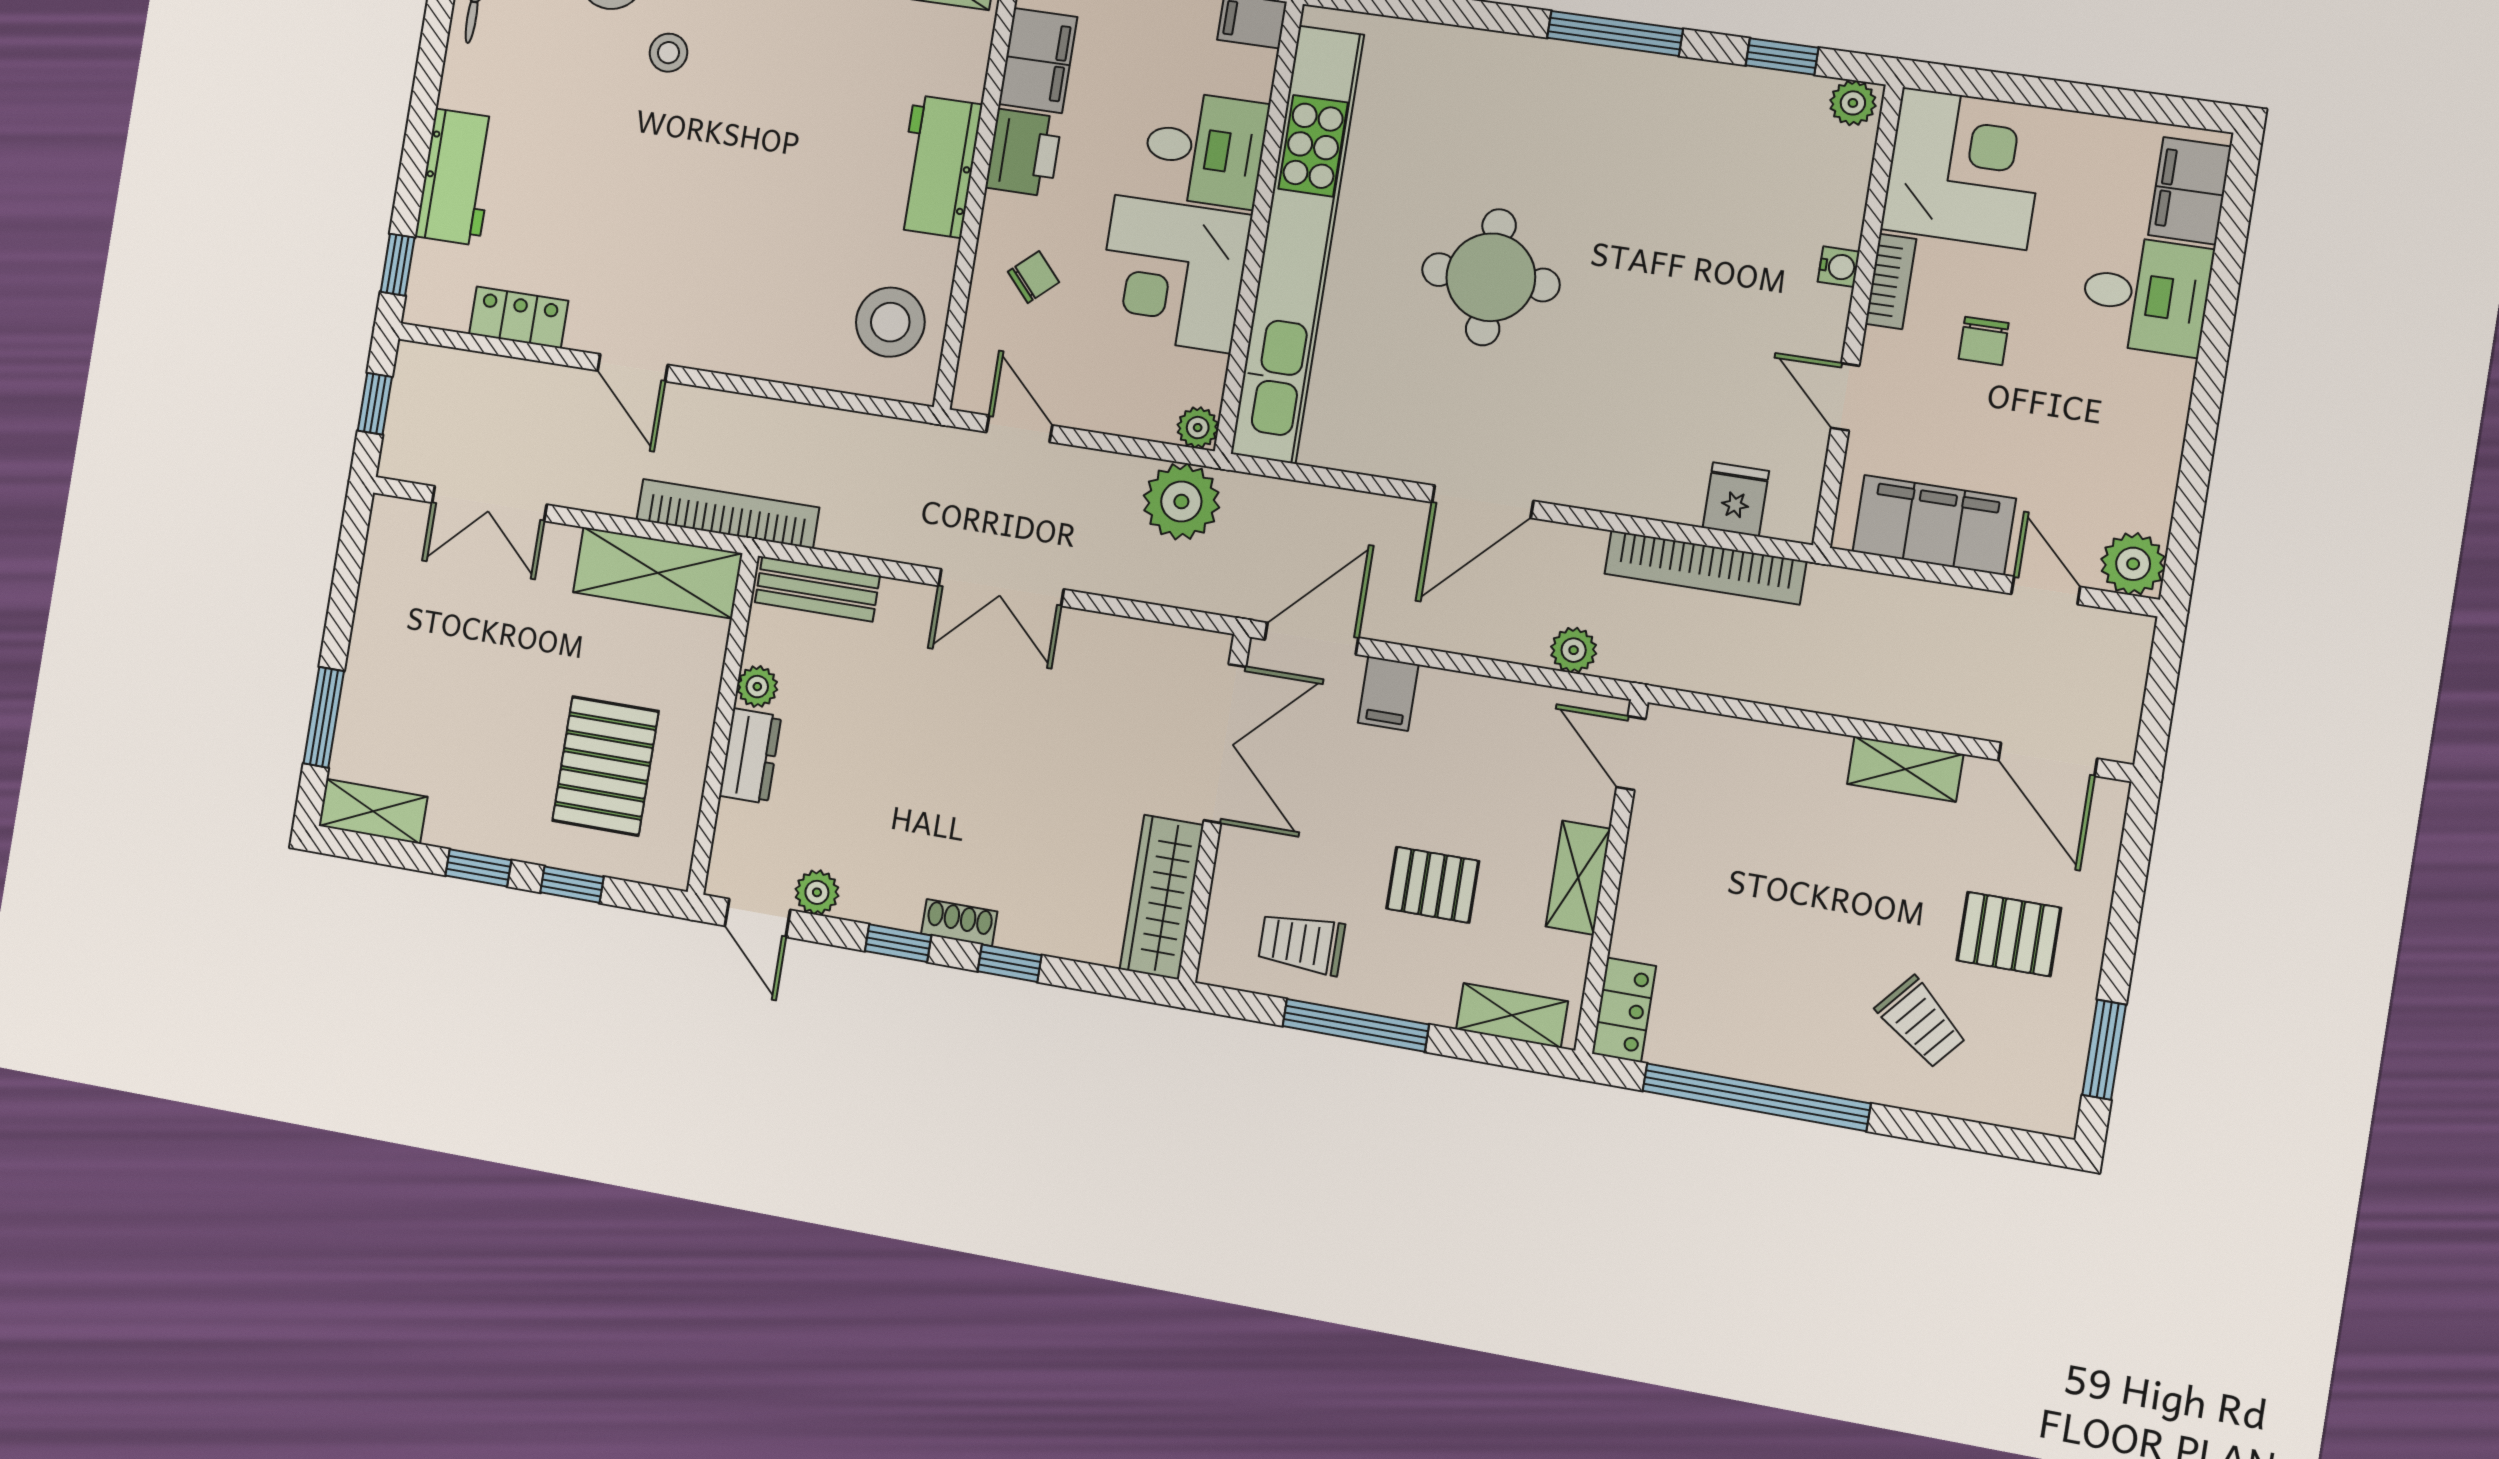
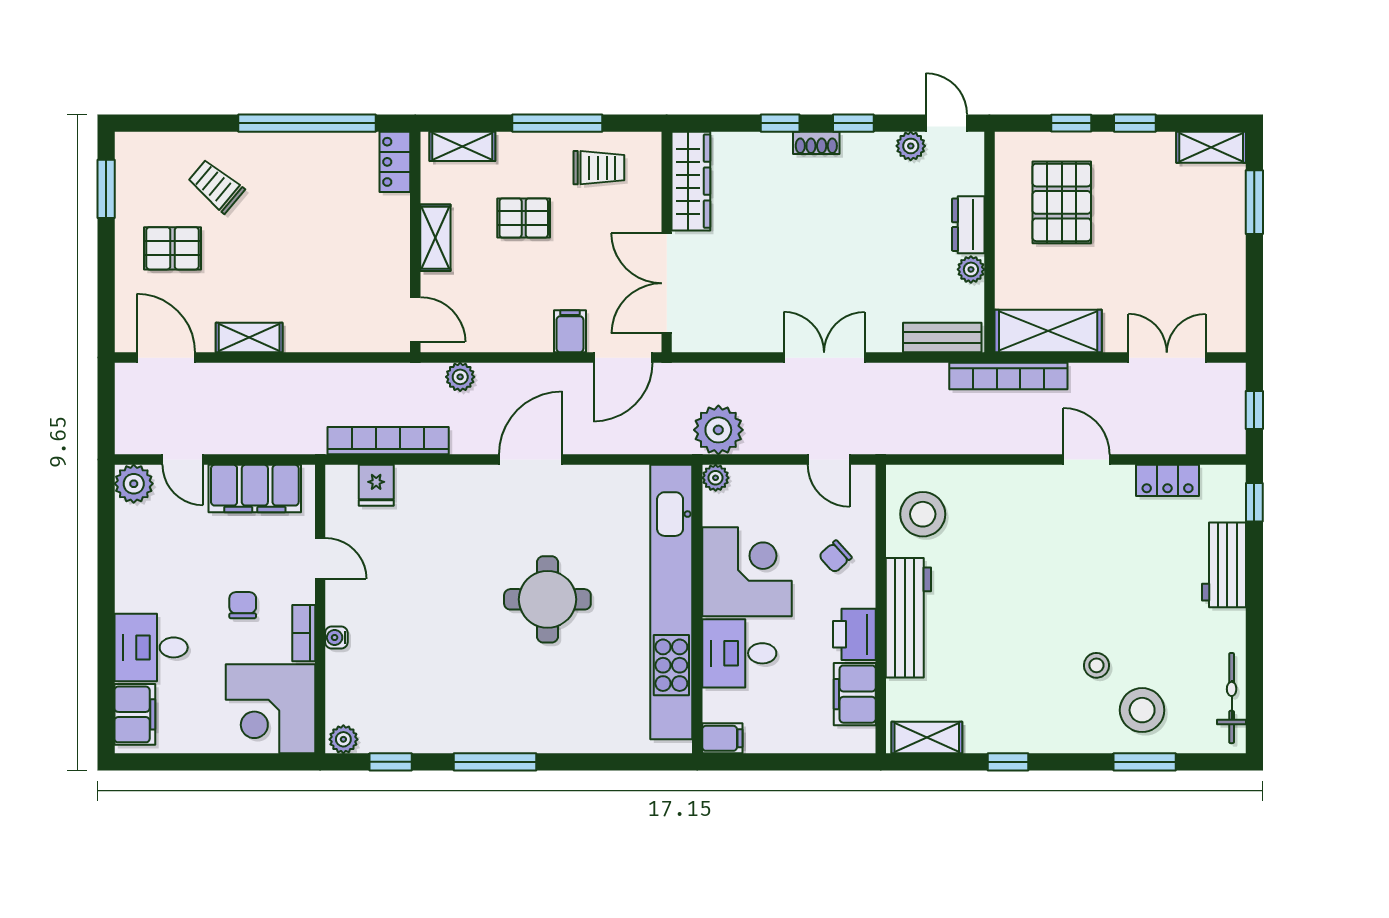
workbench: (938, 166) -> (908, 618), width x1.37

